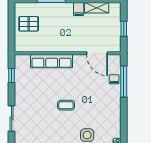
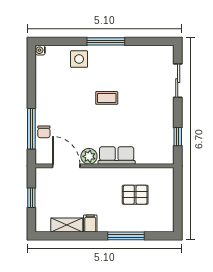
pallet: (29, 24) -> (135, 195), moved
plant: (80, 60) -> (89, 156), added
row of seats: (52, 61) -> (117, 155), width x0.68

